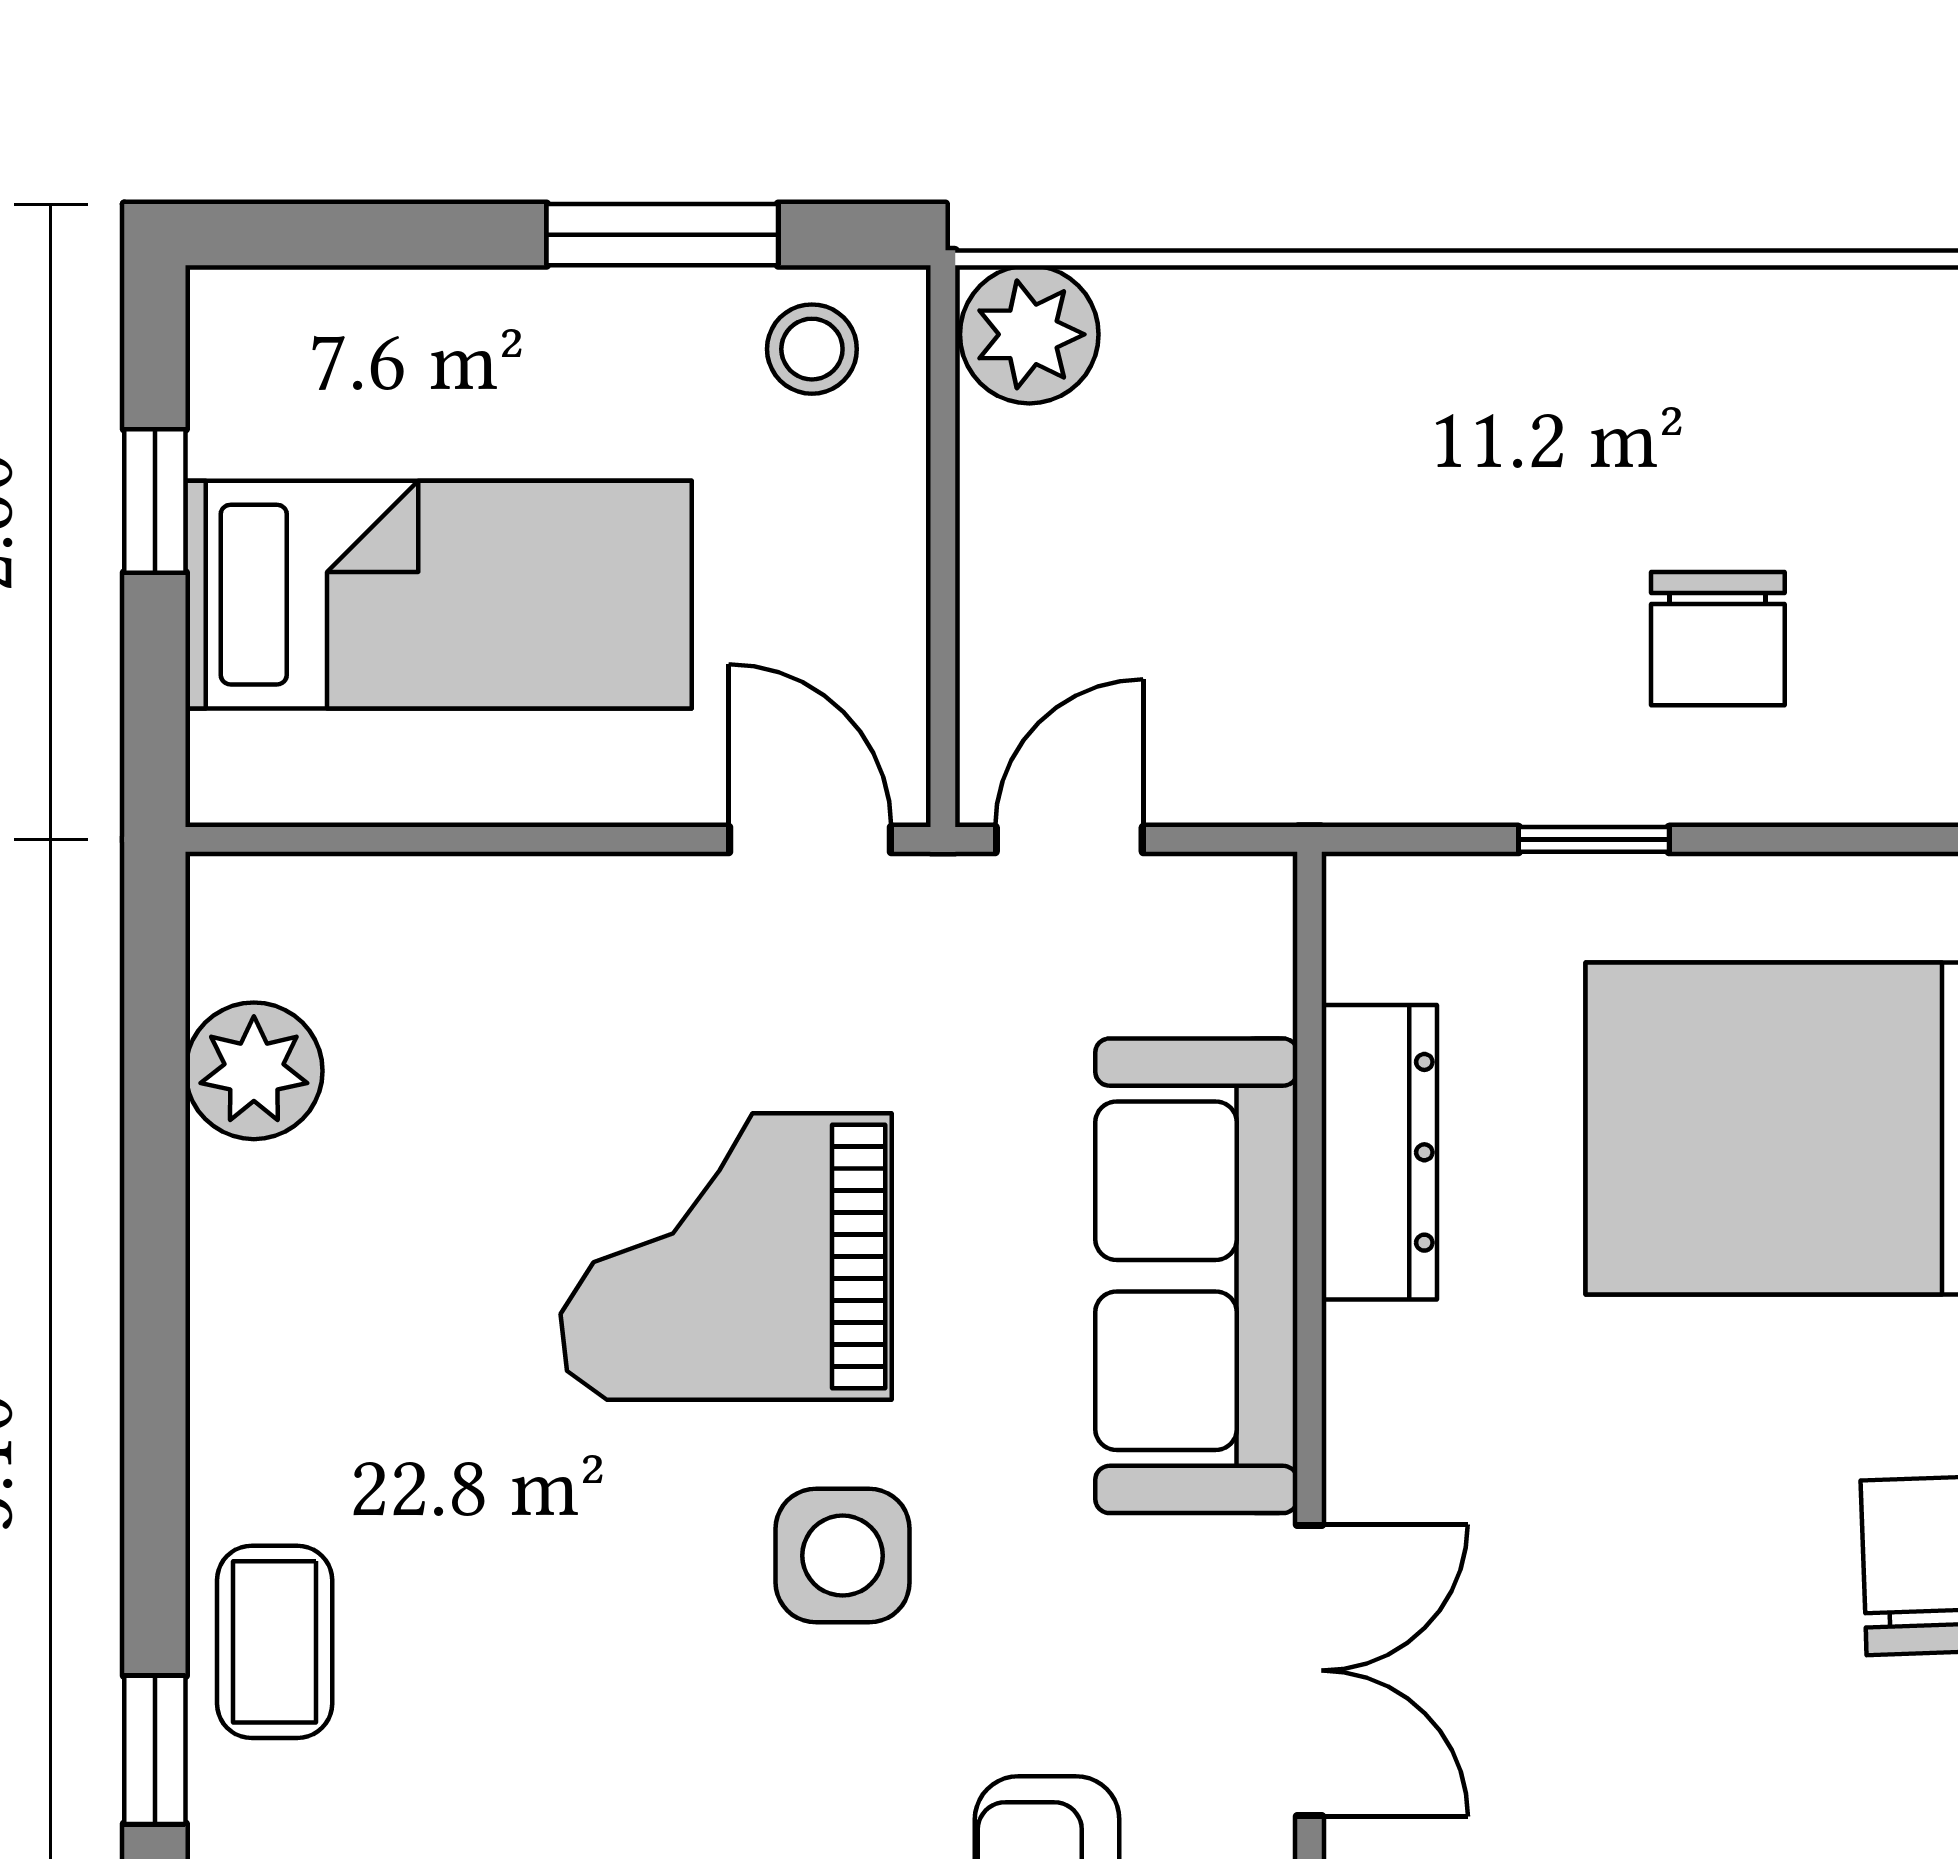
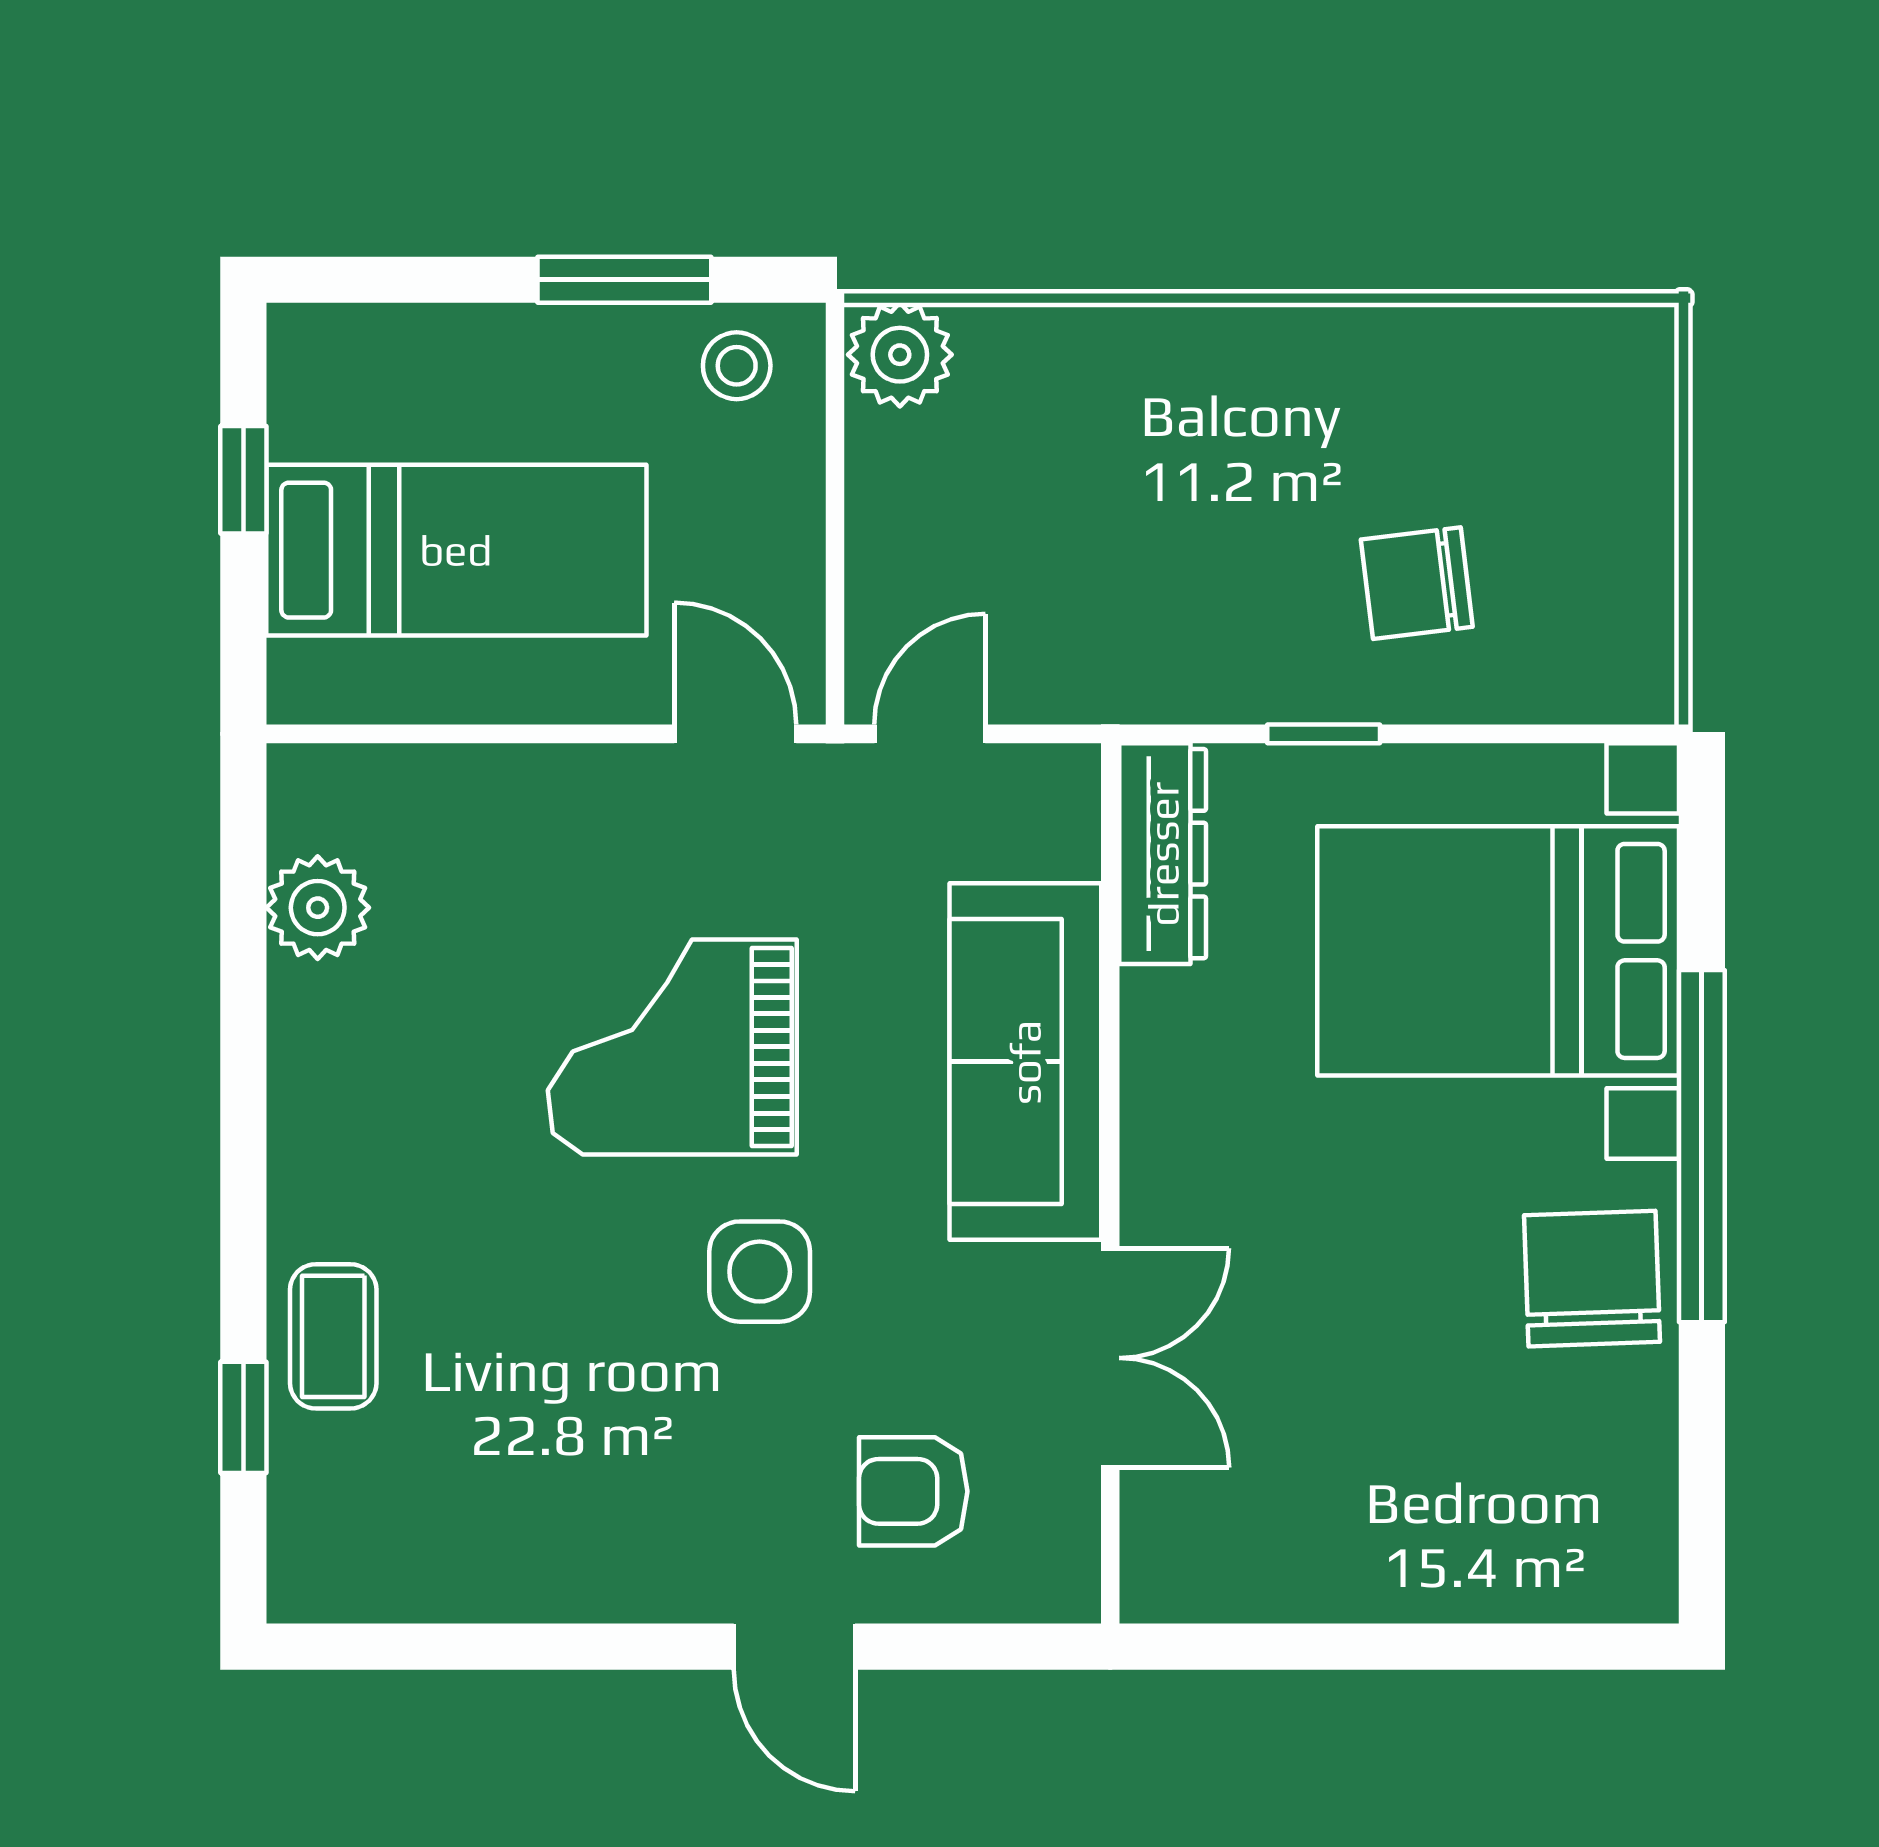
chair: (1718, 639) -> (1417, 583), turned 83
dresser: (1379, 1152) -> (1163, 854), moved

